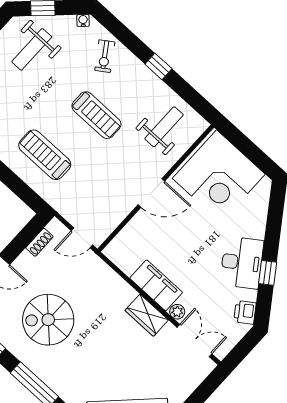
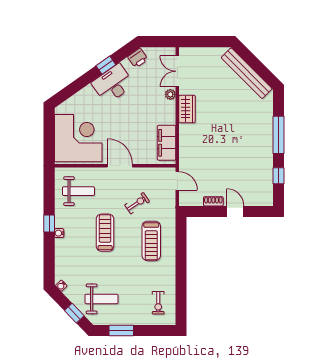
exercise bike: (105, 56) -> (137, 203), moved
water cooler: (139, 68) -> (59, 233), added
weight bench: (164, 127) -> (78, 191), turned 180
shoe rack: (39, 242) -> (213, 201), moved
filing cabinet: (156, 285) -> (167, 143), moved
spiral stairs: (48, 320) -> (237, 159), removed

